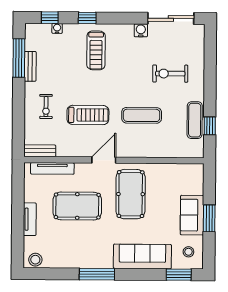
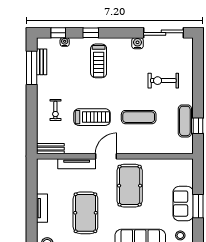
bench: (30, 66) -> (42, 62), moved
tv unit: (52, 168) -> (77, 164), moved
pool table: (77, 206) -> (85, 213), moved, turned 90

